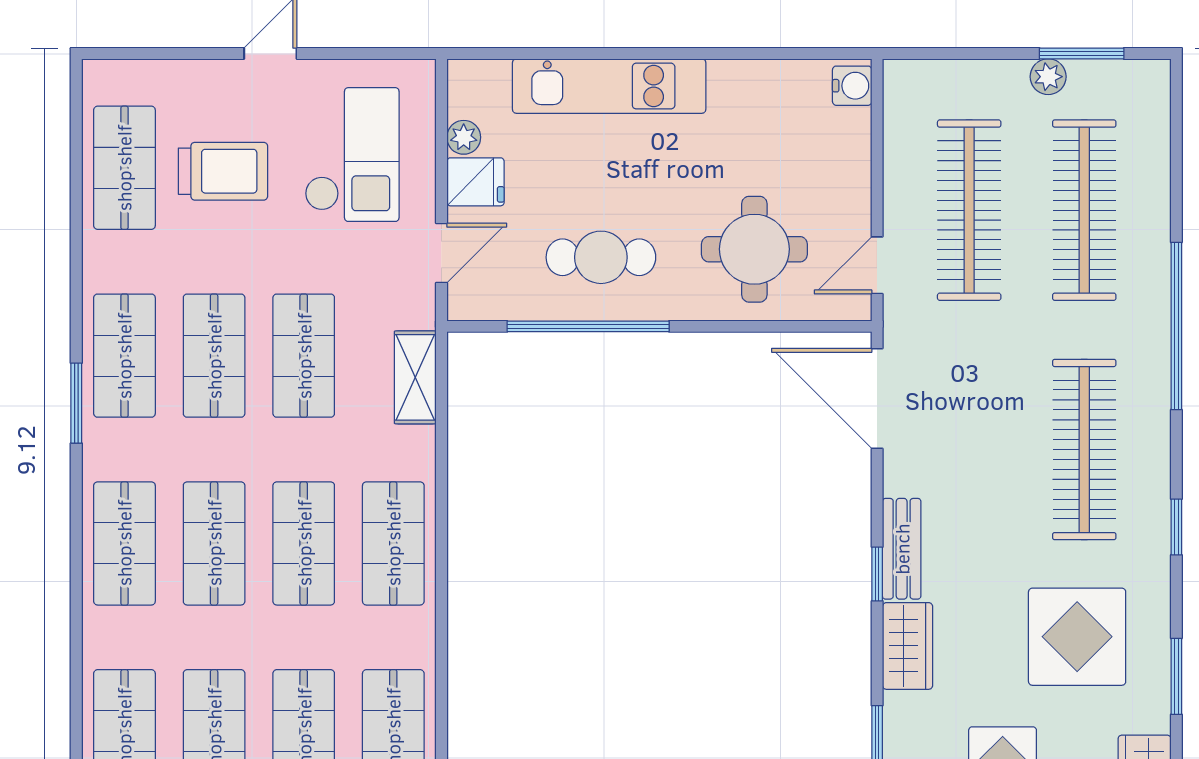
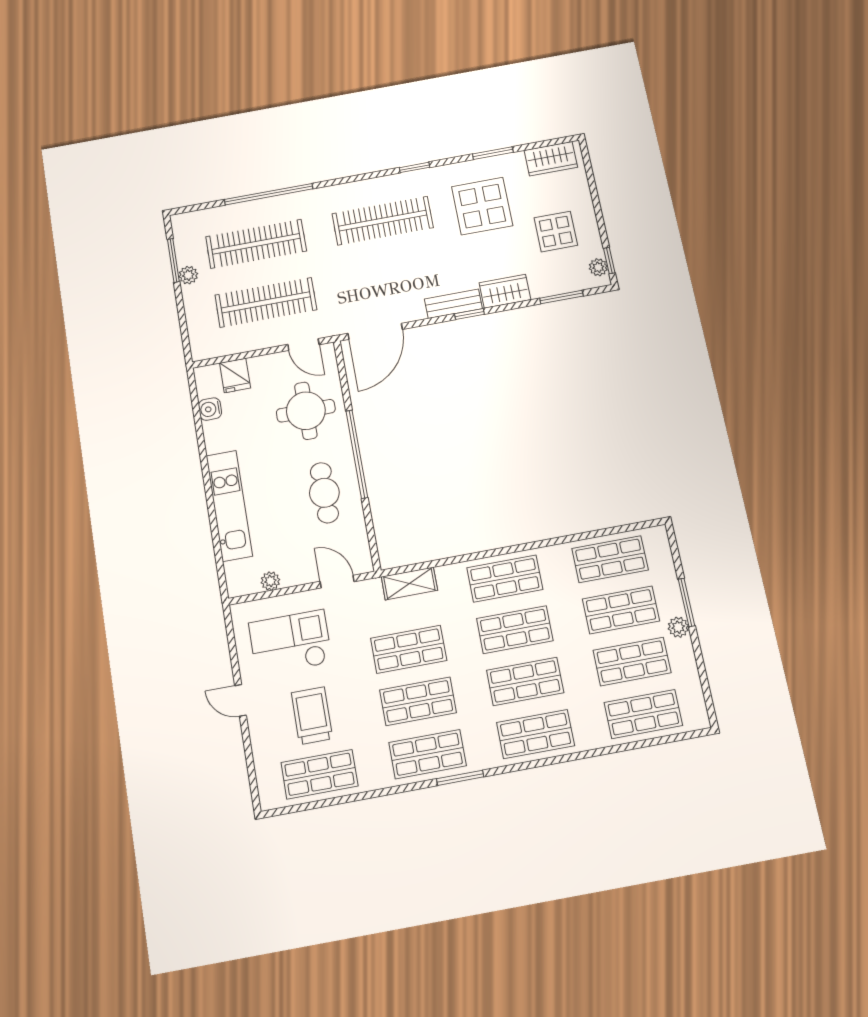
water cooler: (852, 86) -> (210, 409), moved, turned -90
fridge: (475, 182) -> (235, 375), moved, turned 180
window: (588, 326) -> (357, 454), moved
window: (1176, 326) -> (269, 194), moved

